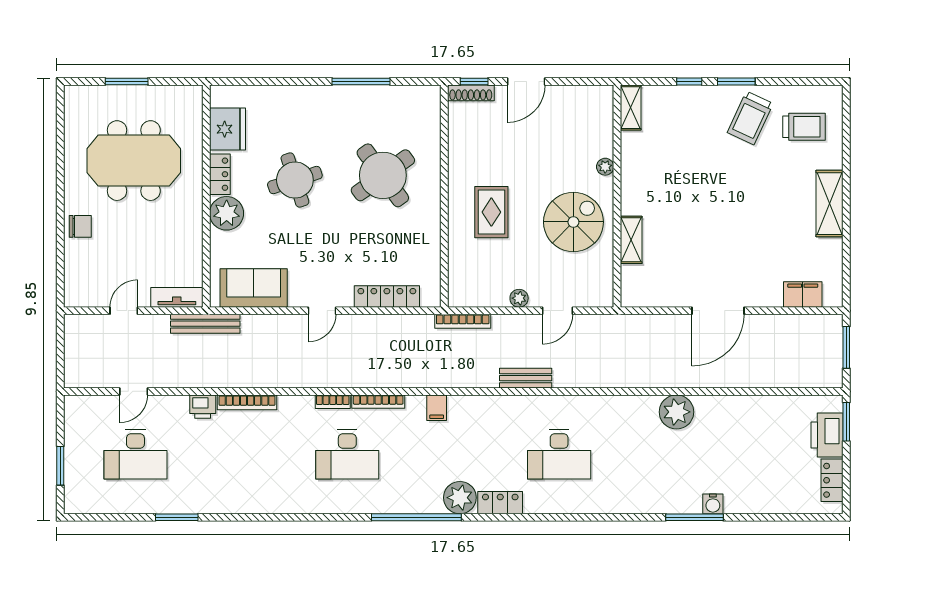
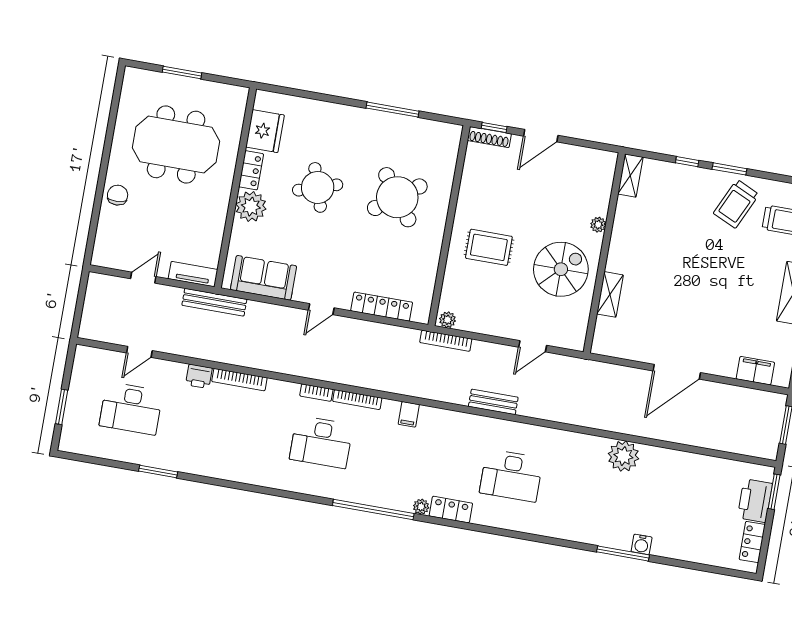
rug: (491, 212) -> (489, 247), turned 90
chair: (80, 226) -> (118, 195), turned -93
plant: (519, 298) -> (448, 320), moved
plant: (460, 498) -> (421, 507), width x0.53, depth x0.53

